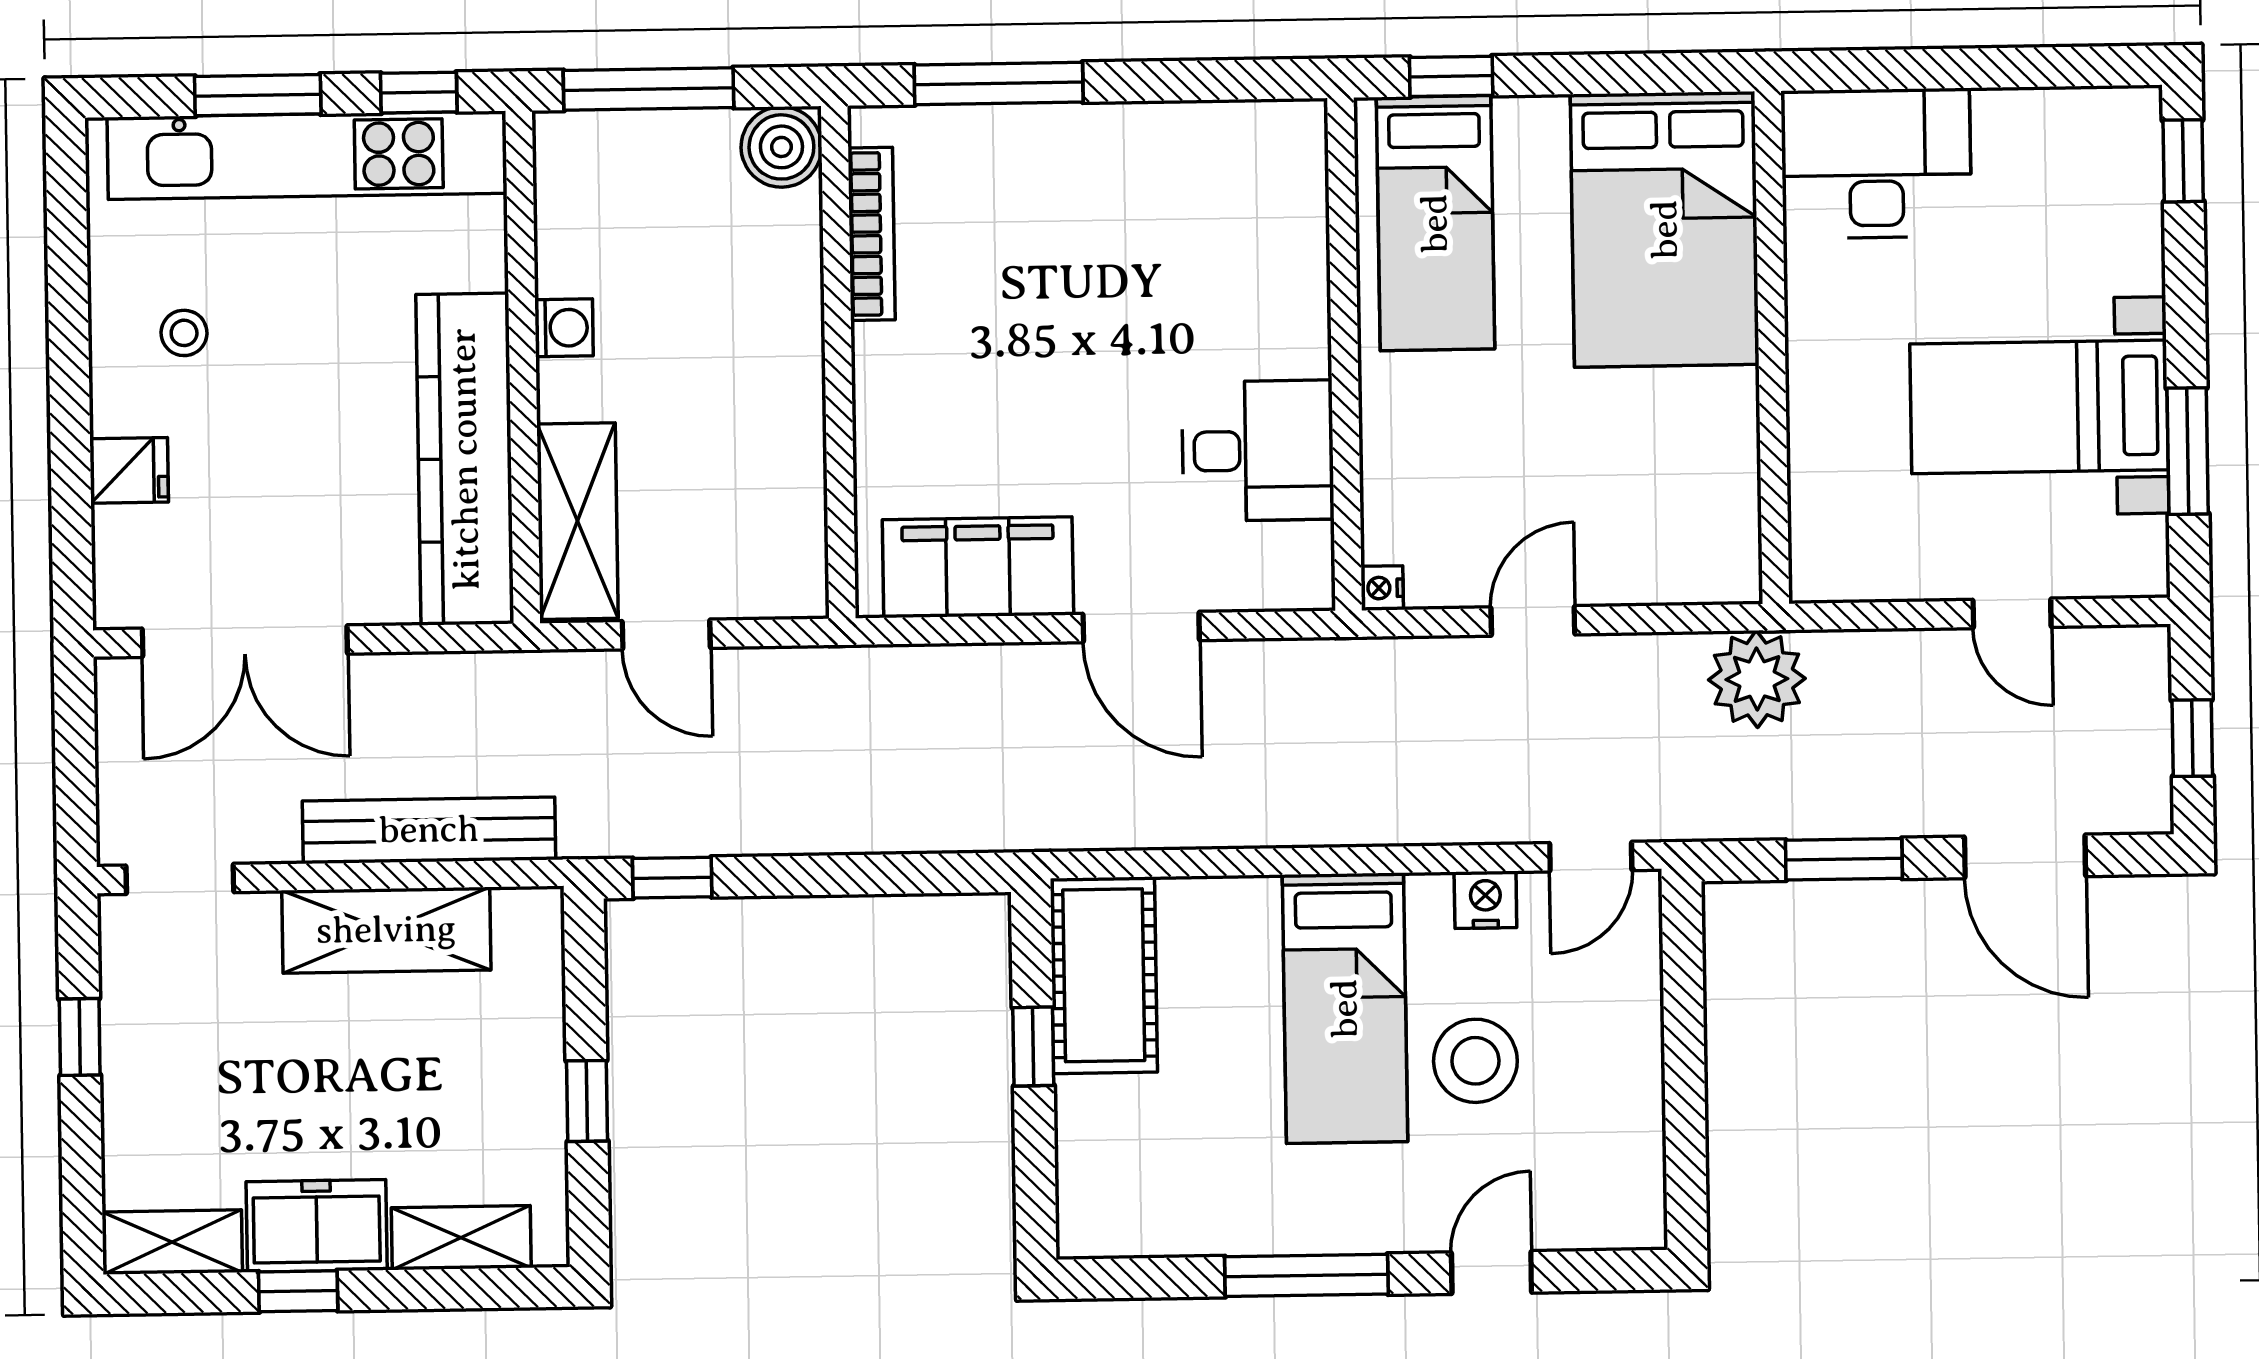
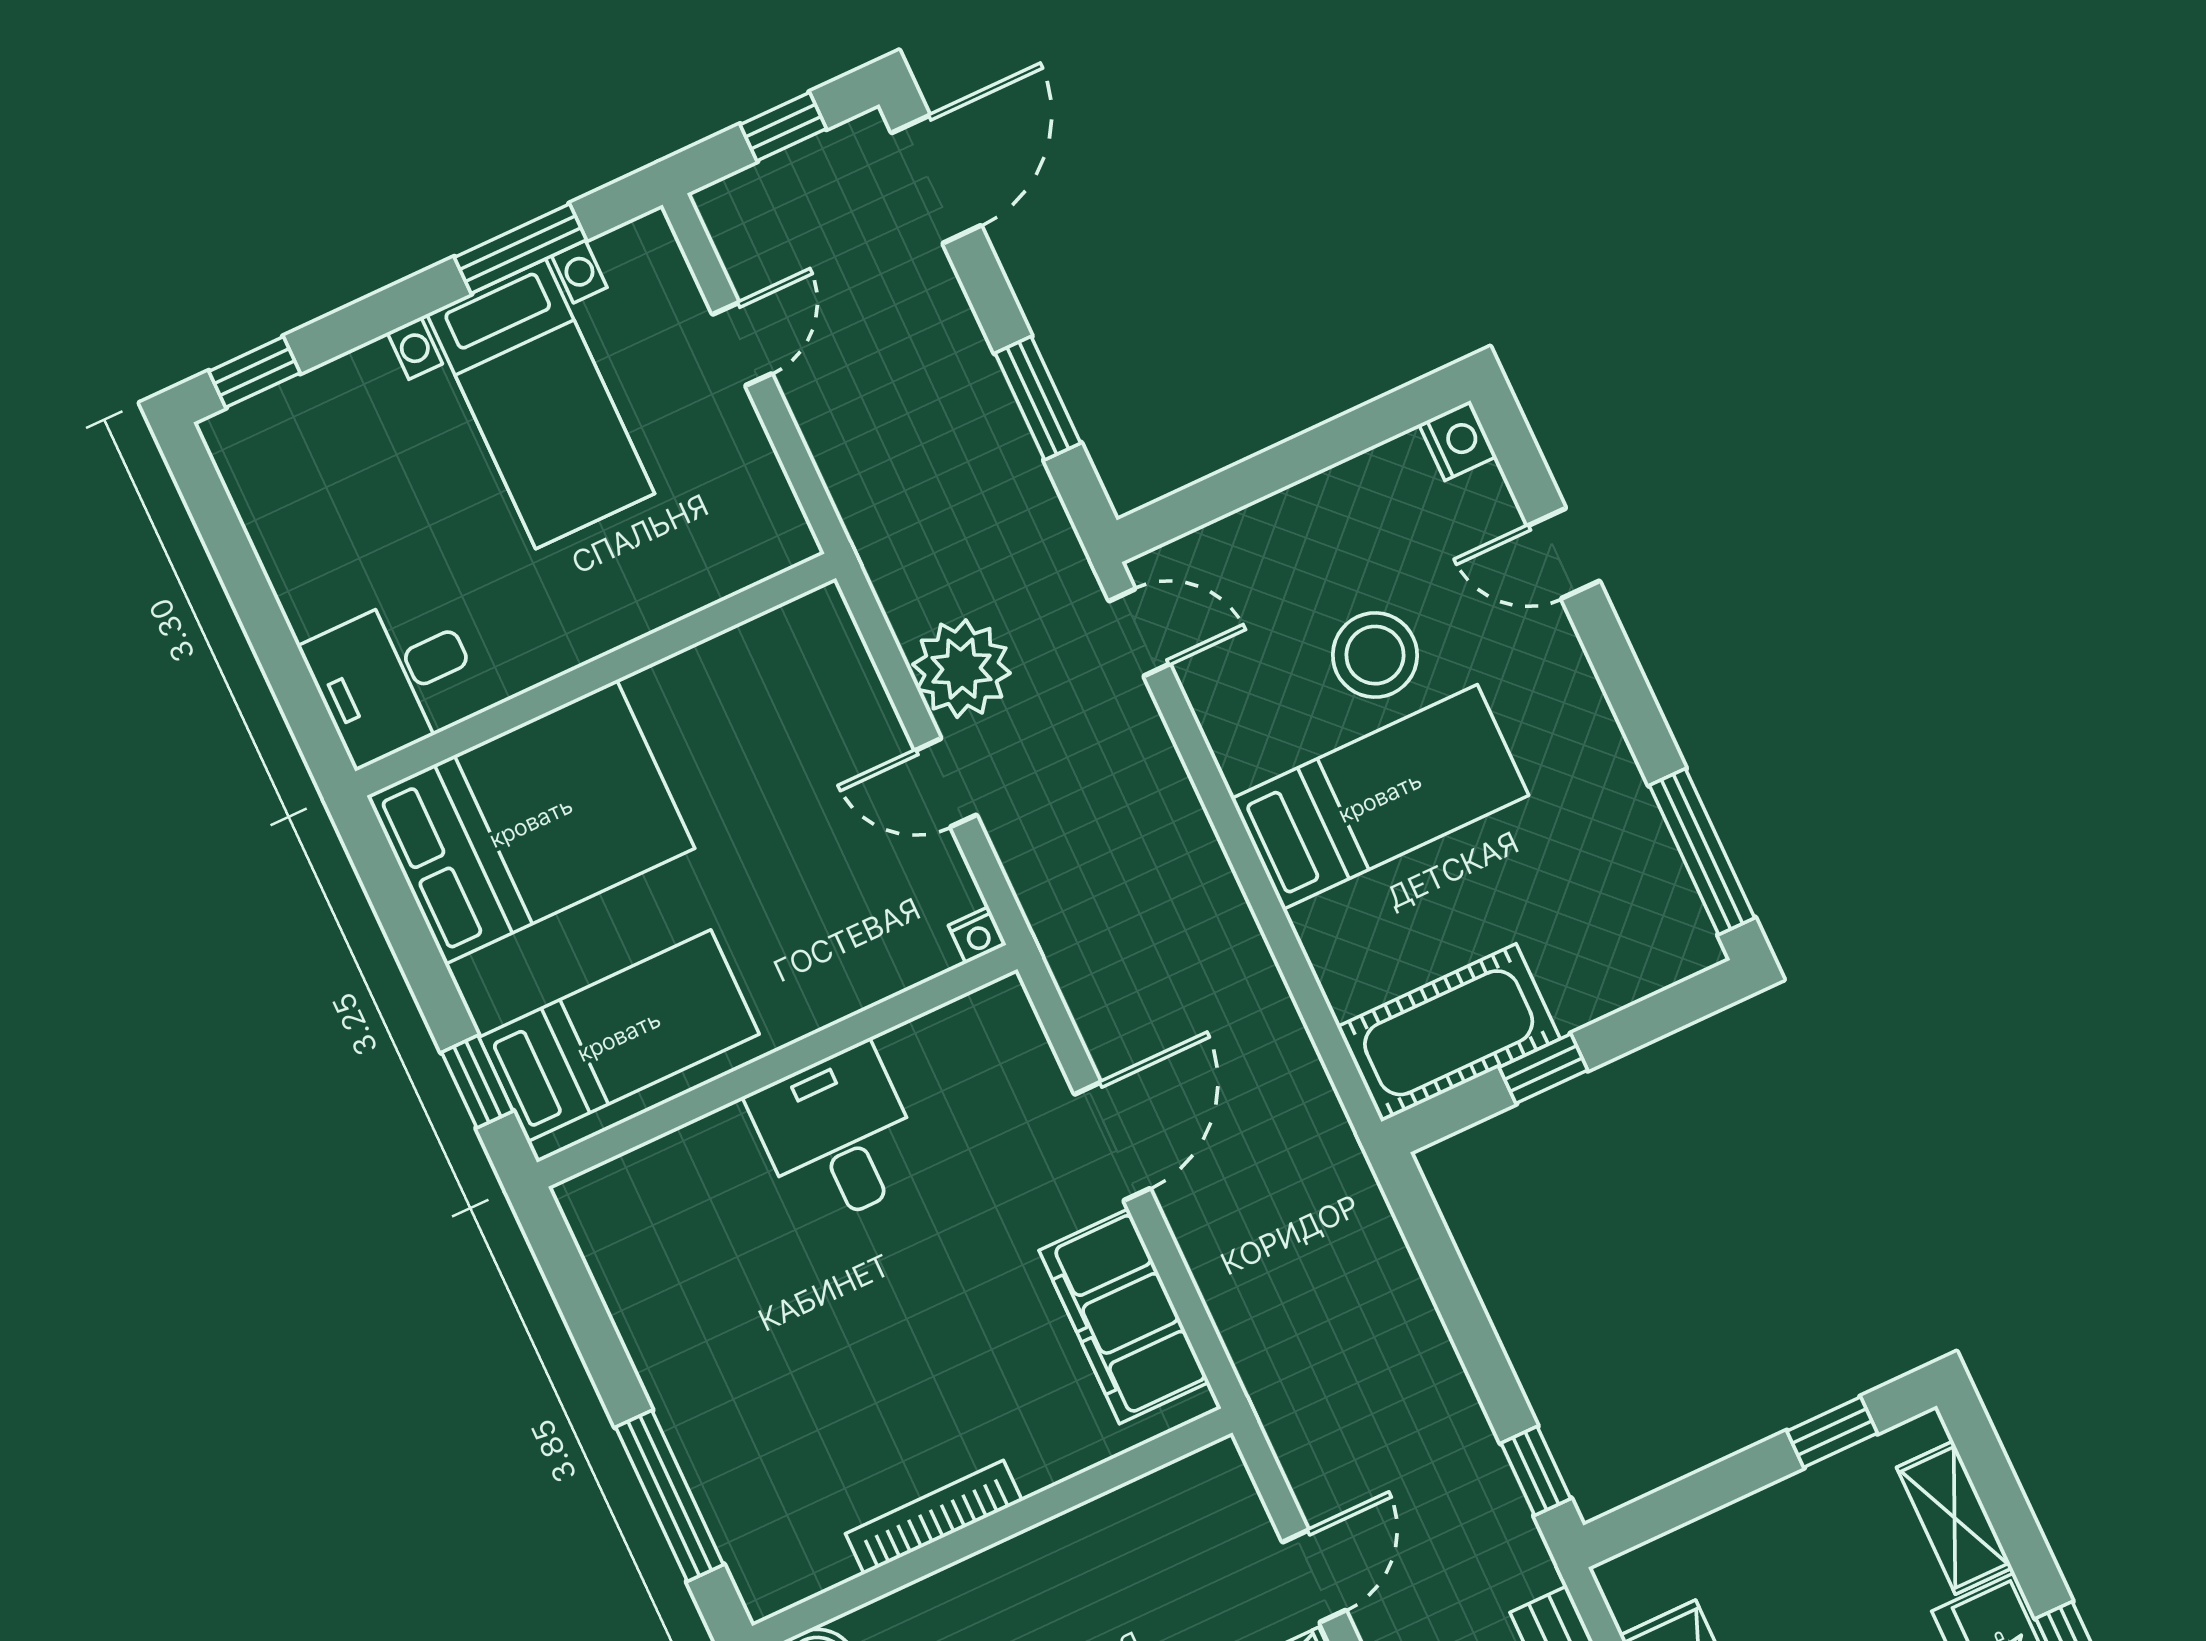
desk: (1876, 163) -> (394, 677), width x0.73
bookcase: (872, 234) -> (934, 1517), moved
desk: (1258, 451) -> (838, 1136), moved
plant: (1757, 679) -> (961, 669), moved
door: (2025, 856) -> (936, 179), moved
nightstand: (1485, 900) -> (1458, 440), moved, turned 180
window: (587, 1101) -> (1832, 1432), moved
window: (1306, 1275) -> (1702, 852), moved

